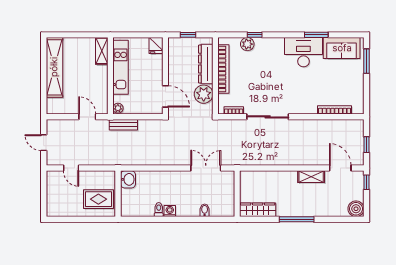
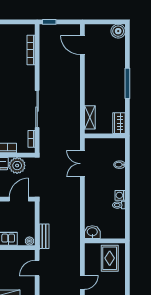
window: (367, 145) -> (49, 22), moved
door: (340, 168) -> (82, 45), hinge flipped
shelving: (311, 177) -> (90, 117), moved
window: (367, 182) -> (95, 22), removed
wardrobe: (258, 210) -> (119, 123), width x0.67

